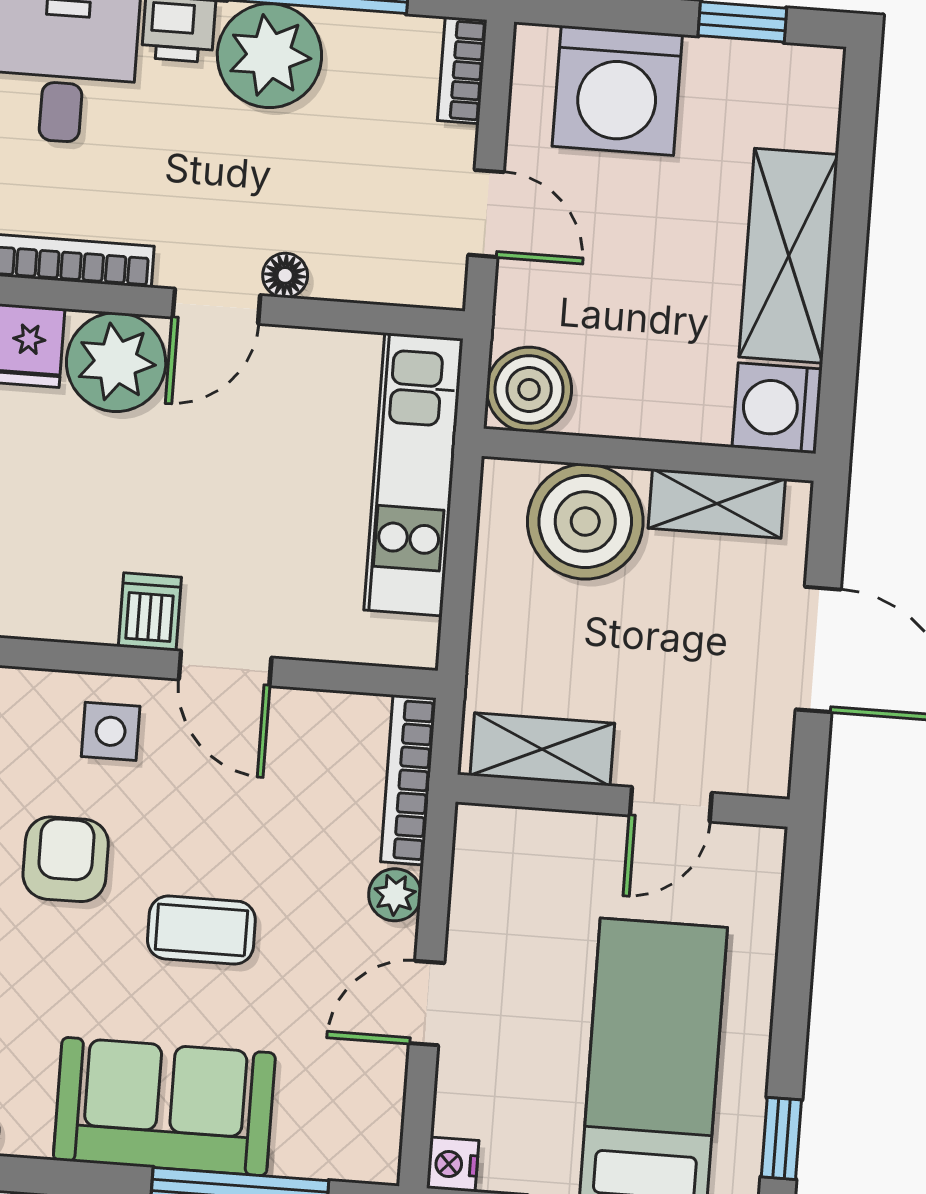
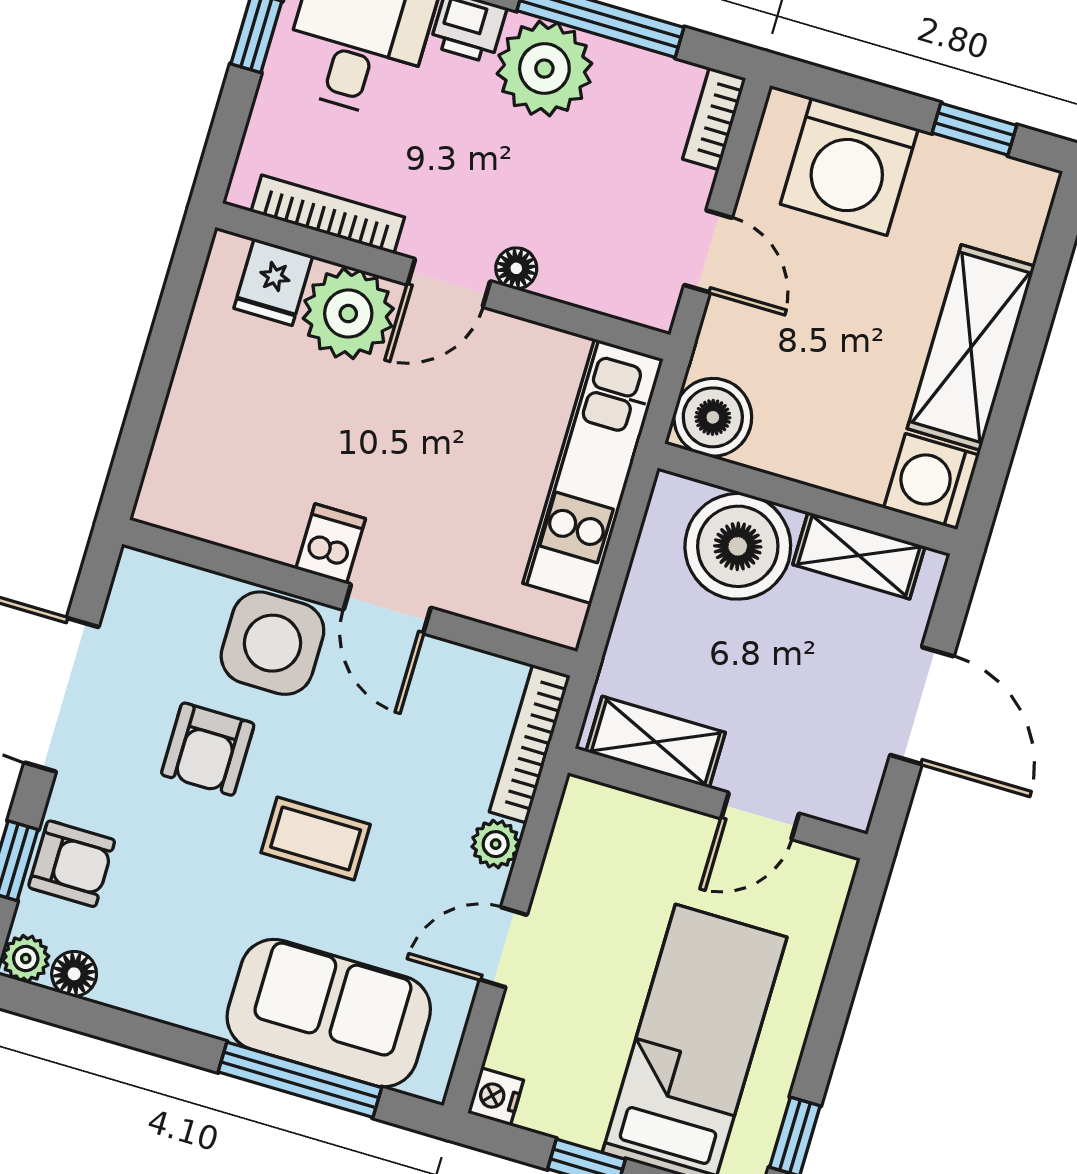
side table: (111, 731) -> (272, 643), width x1.87, depth x1.87
armchair: (66, 859) -> (208, 749), turned 180
sofa: (164, 1107) -> (329, 1013), moved

